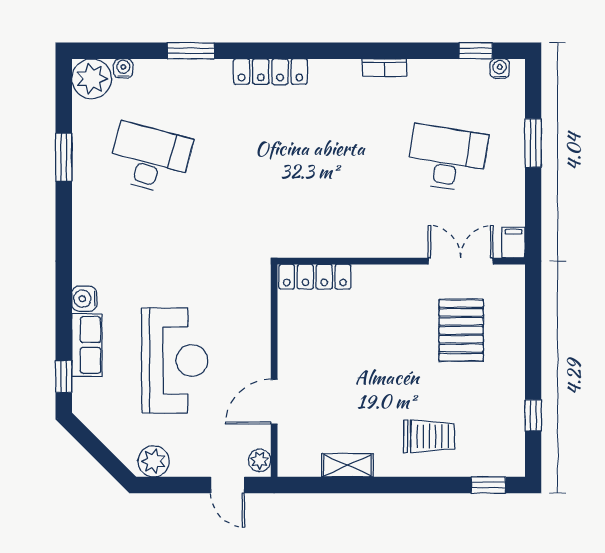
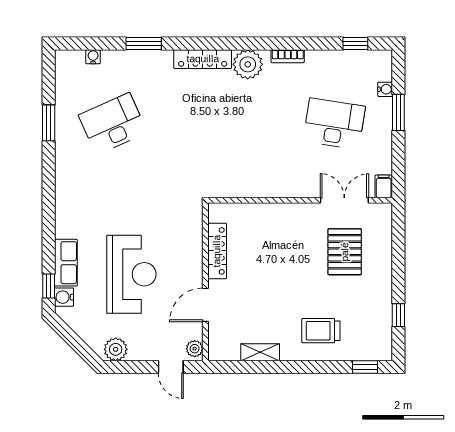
water cooler: (500, 69) -> (385, 89), moved, turned 90
plant: (92, 79) -> (248, 64), moved
desk: (150, 158) -> (113, 124), turned -39
locker: (315, 277) -> (217, 251), moved, turned -90
water cooler: (84, 299) -> (64, 297), moved
trolley: (429, 436) -> (321, 331), turned 180

